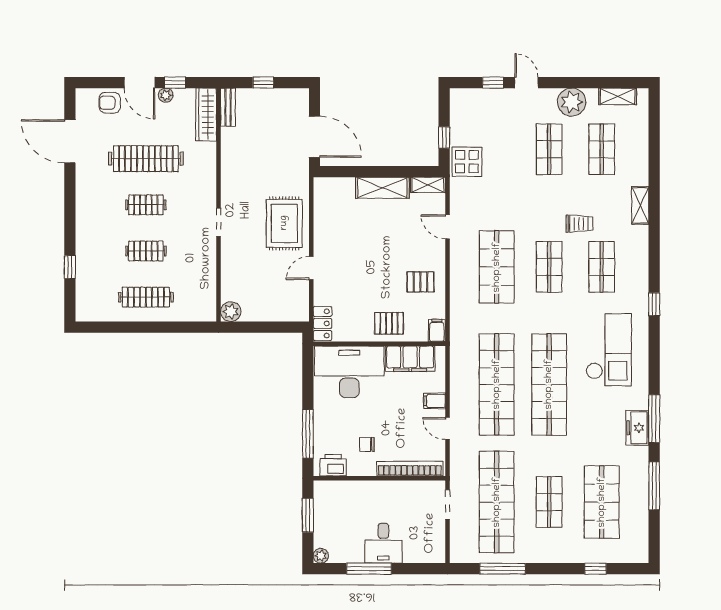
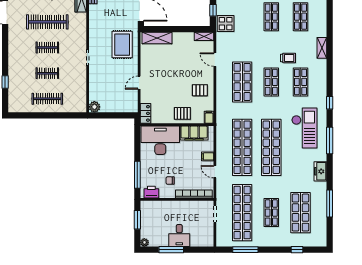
shelving: (382, 188) -> (157, 38), moved
rug: (284, 223) -> (122, 45), moved
window: (654, 419) -> (330, 140), moved

